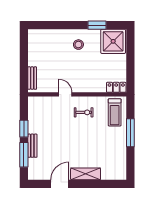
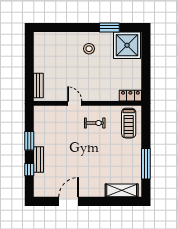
window: (130, 133) -> (146, 164), moved
window: (24, 155) -> (29, 170), width x0.46
shelving: (86, 174) -> (122, 190), moved

